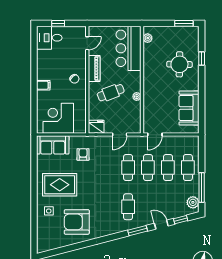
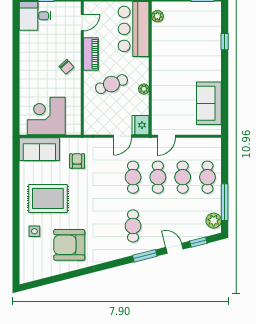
round table: (179, 64) -> (197, 49), removed
filing cabinet: (43, 85) -> (28, 75), removed
fridge: (96, 127) -> (141, 125), moved, turned -90

